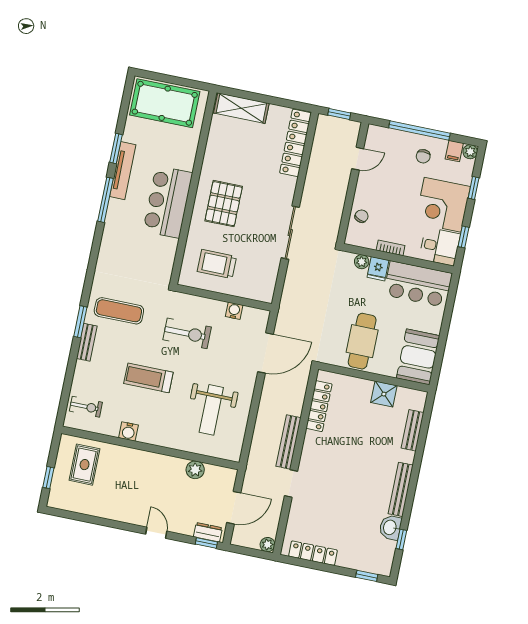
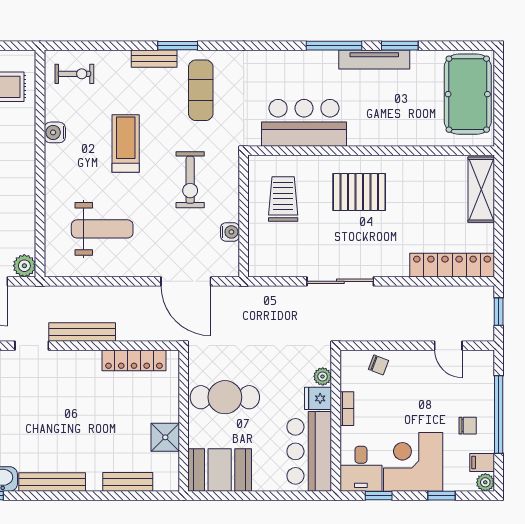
chair: (423, 156) -> (468, 426), turned 180
bar counter: (168, 202) -> (304, 123), moved
exercise bike: (86, 407) -> (74, 74), turned -90
weight bench: (211, 410) -> (102, 229), turned 180
plant: (195, 470) -> (24, 266), moved

